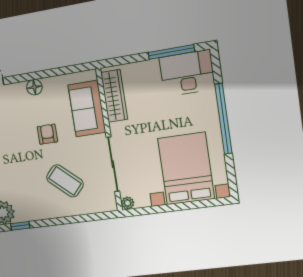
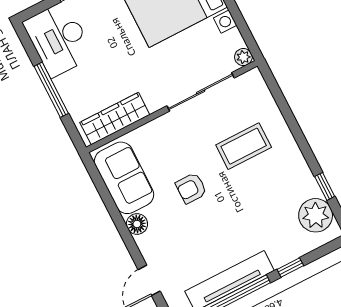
window: (171, 52) -> (51, 90), moved
sofa: (87, 109) -> (124, 178), moved, turned -90
coffee table: (65, 181) -> (244, 146), turned 48

